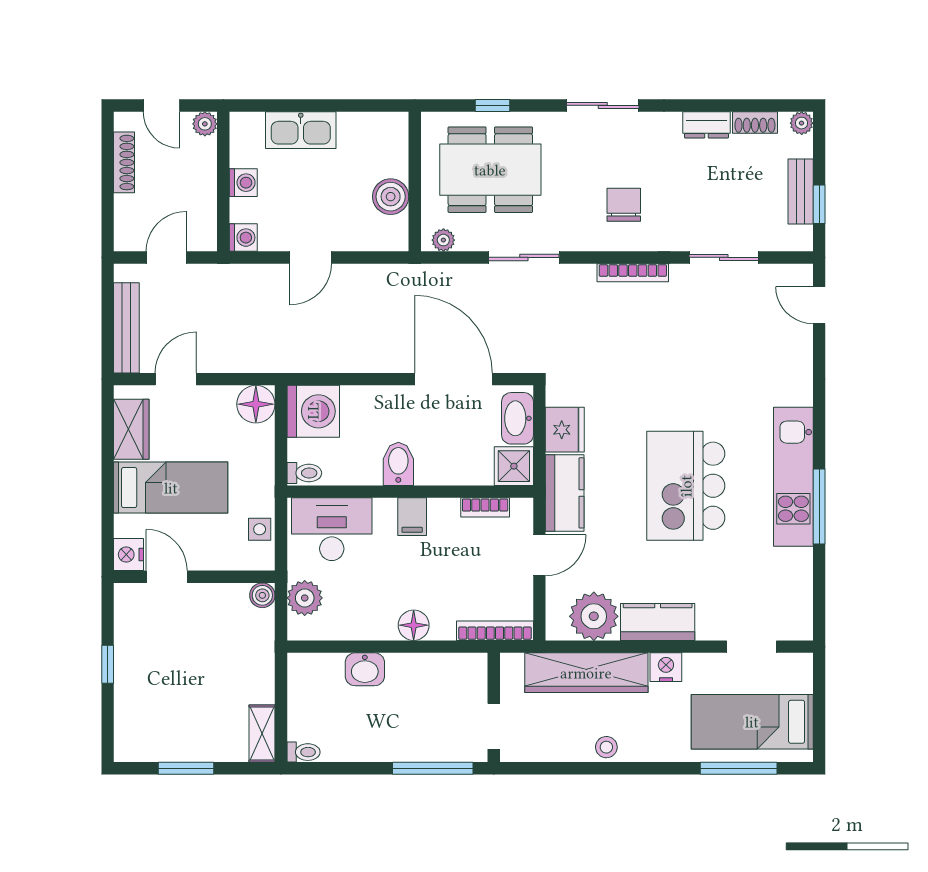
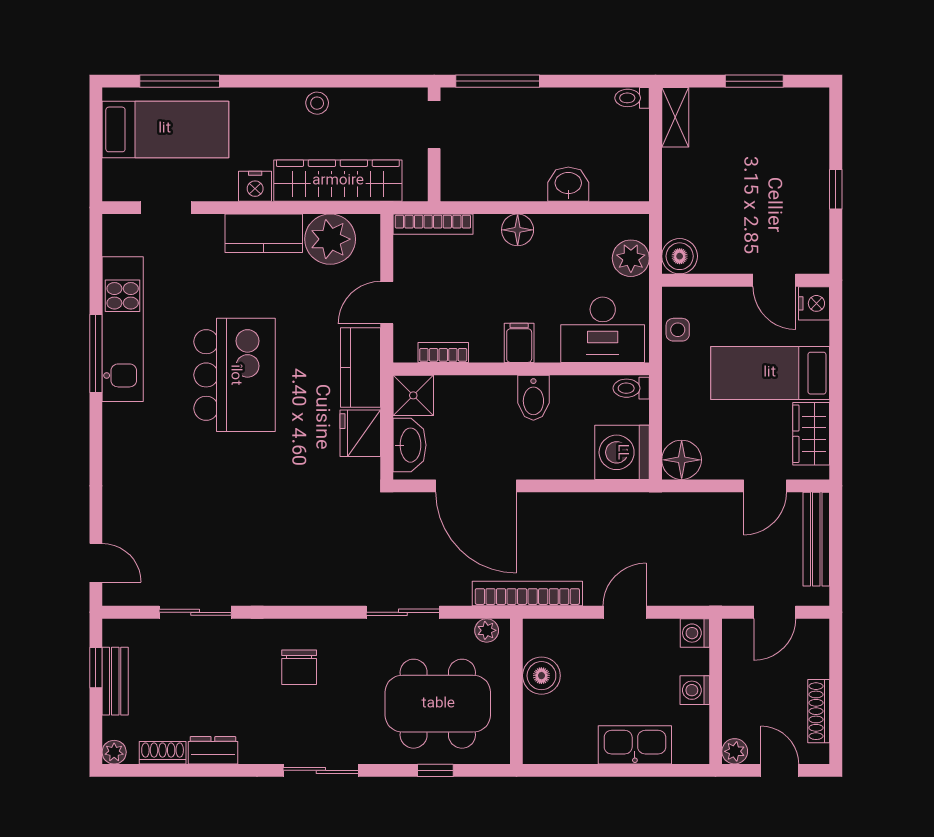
bookcase: (633, 273) -> (527, 594), moved, width x1.48, depth x1.31
kitchen unit: (793, 477) -> (123, 329), moved
boiler: (262, 595) -> (680, 256), width x1.36, depth x1.36

